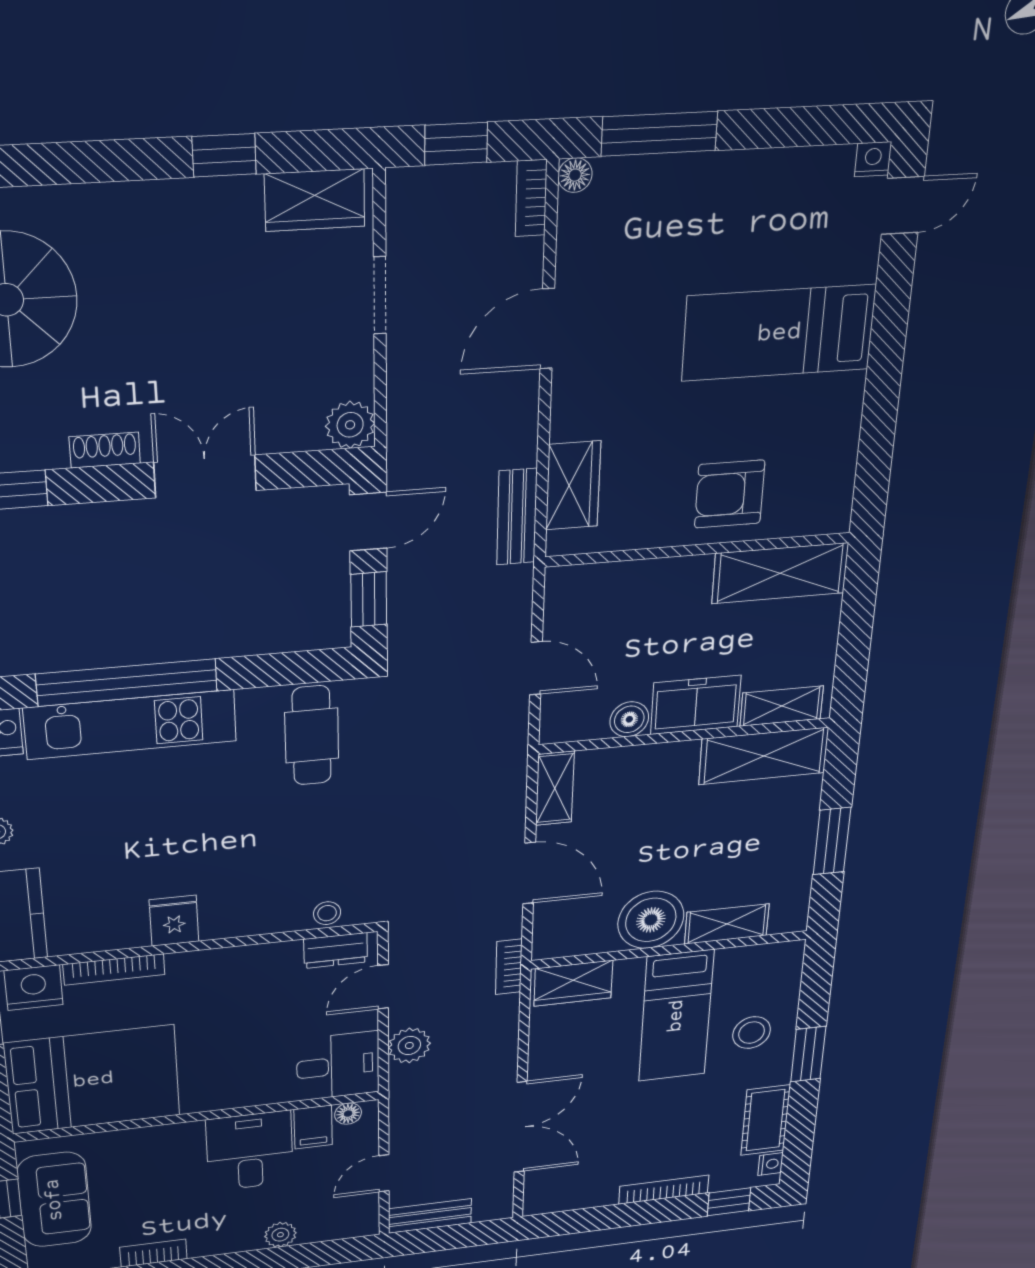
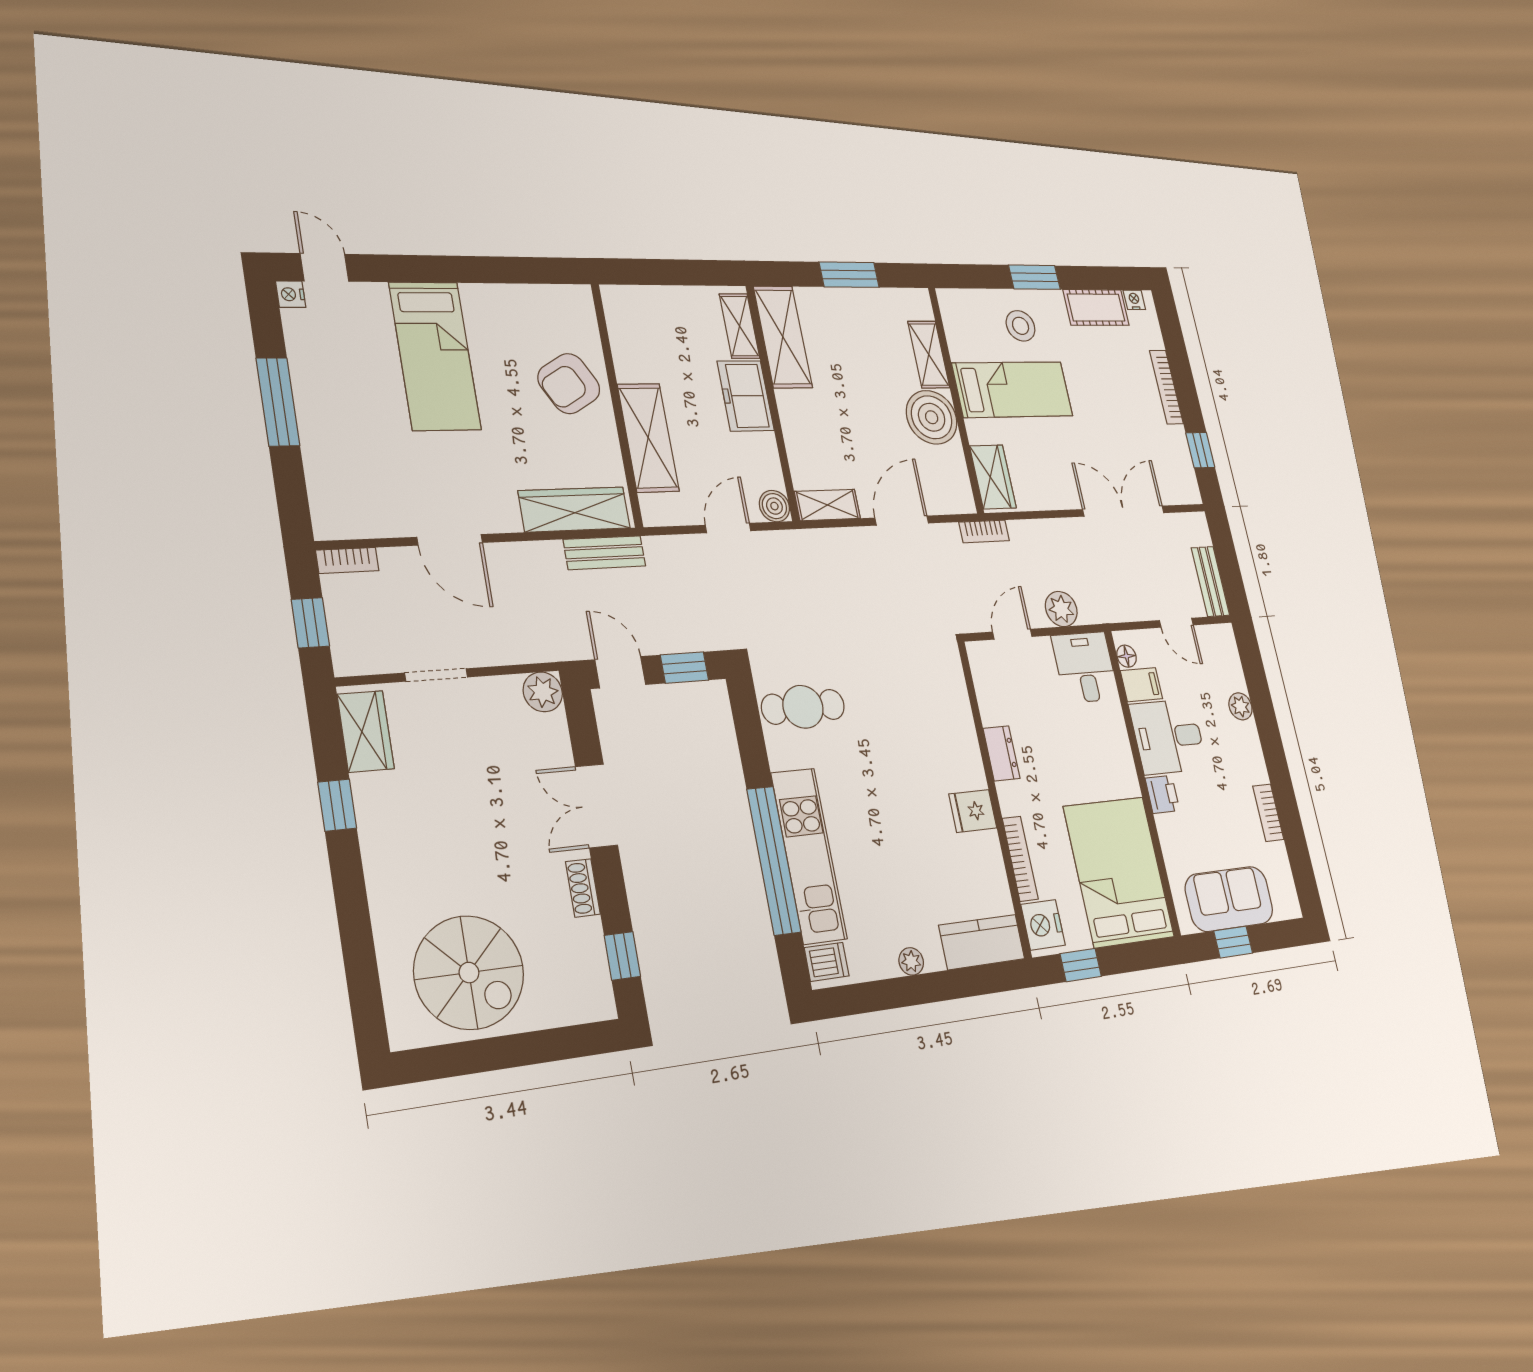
window: (659, 134) -> (278, 402), moved
floor lamp: (575, 175) -> (326, 527), removed
wardrobe: (573, 485) -> (574, 509), width x1.50
armchair: (730, 494) -> (569, 384), turned 60
shelving: (780, 573) -> (648, 438), moved
boiler: (629, 719) -> (774, 506), moved
stool: (327, 913) -> (953, 685), removed
dresser: (336, 950) -> (1002, 753), moved
door: (383, 987) -> (1012, 634), swing flipped
printer: (182, 1138) -> (1162, 794), added
window: (729, 1202) -> (1200, 450), moved

